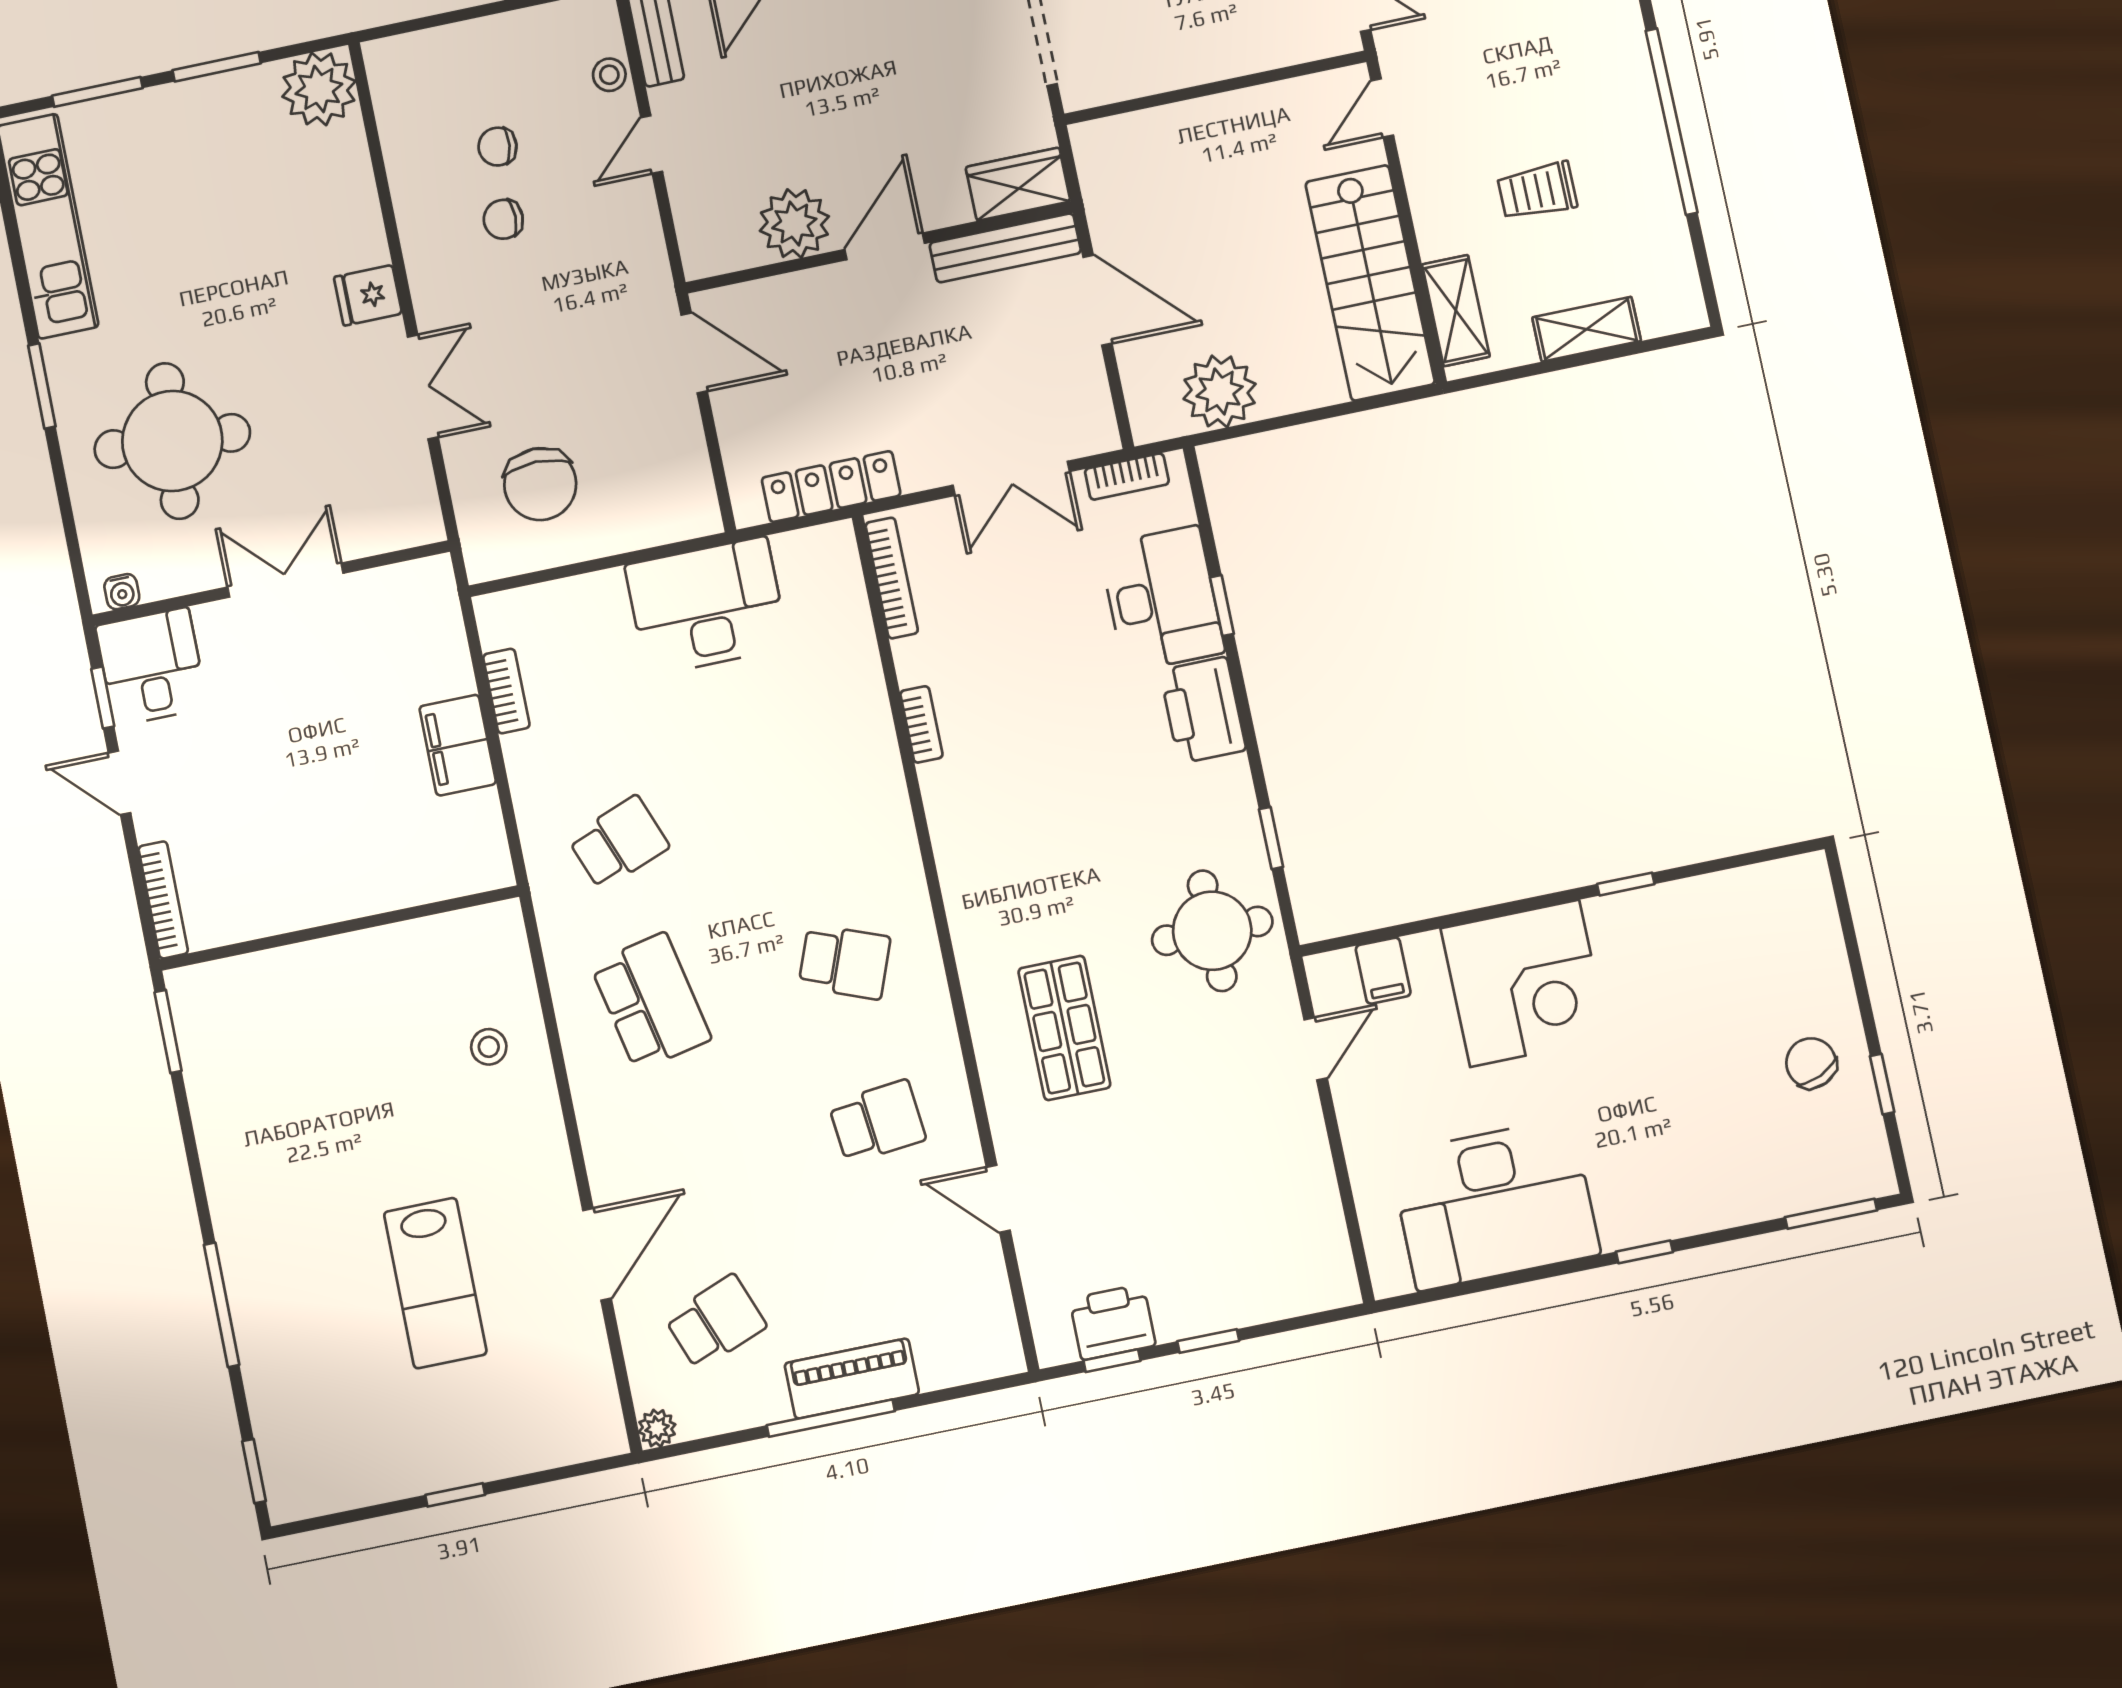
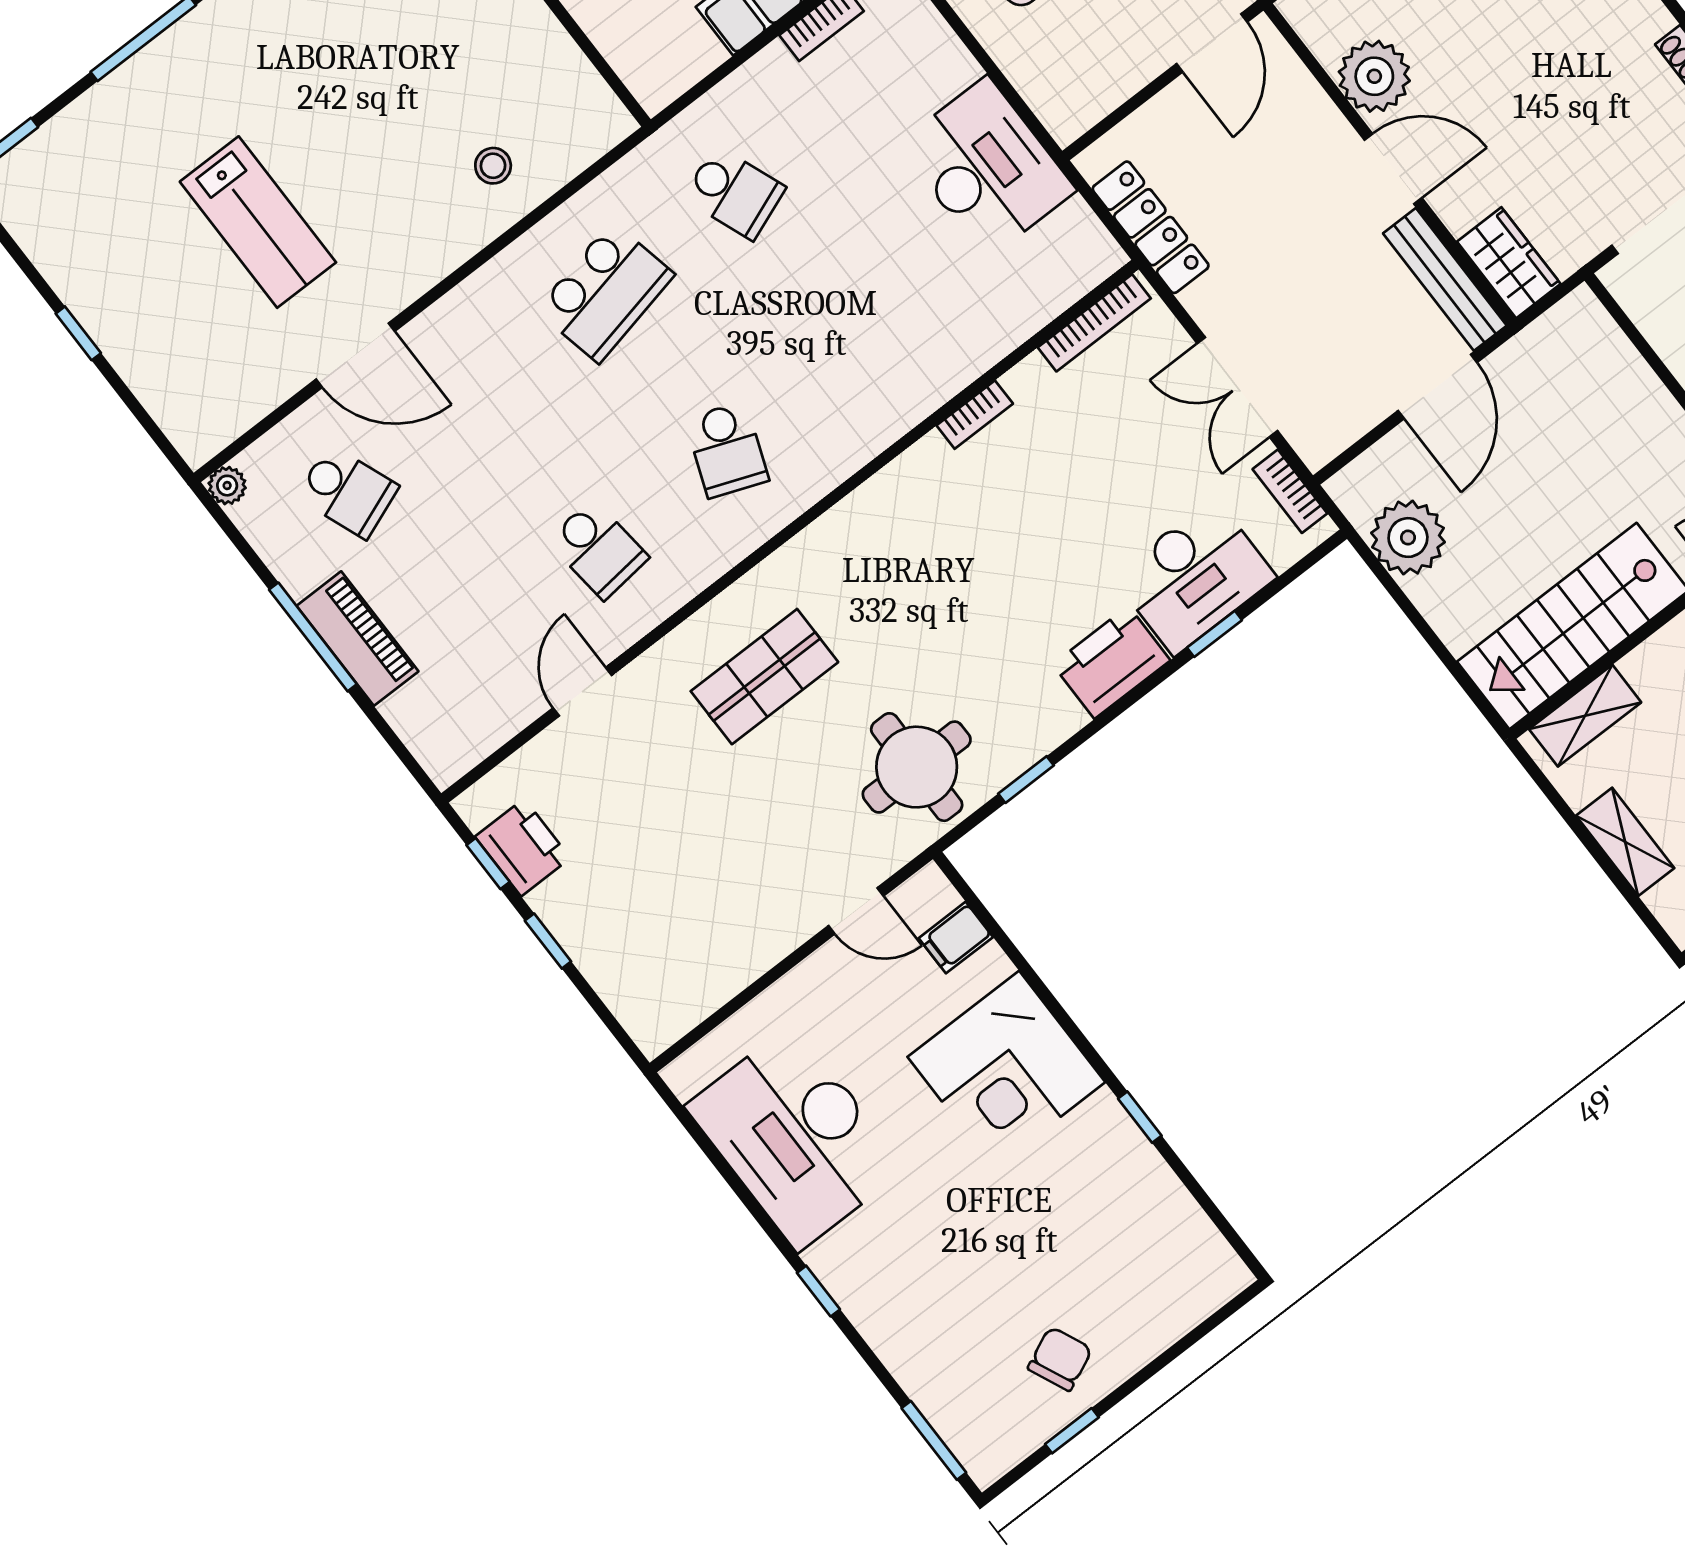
lab bench: (435, 1283) -> (258, 222), turned -90

